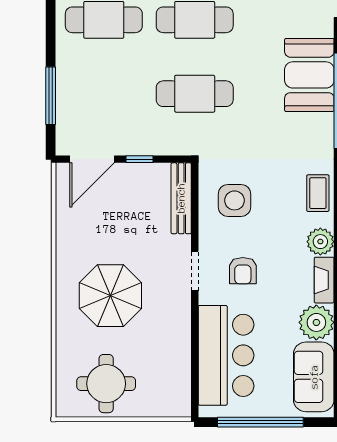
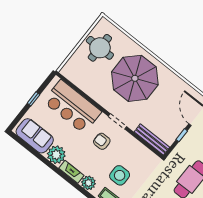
side table: (235, 200) -> (120, 175), moved
parasol: (110, 296) -> (135, 78), width x1.36, depth x1.36
window: (260, 422) -> (33, 99), width x0.32

